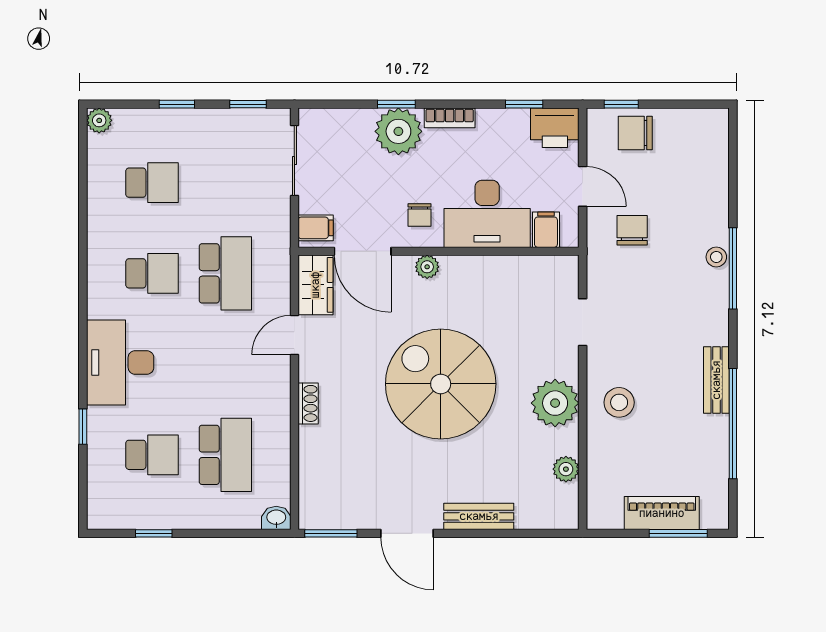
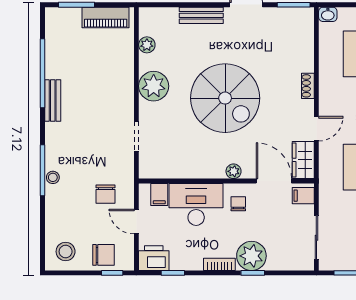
stool: (619, 402) -> (66, 252), moved
piano: (662, 513) -> (106, 17), moved

